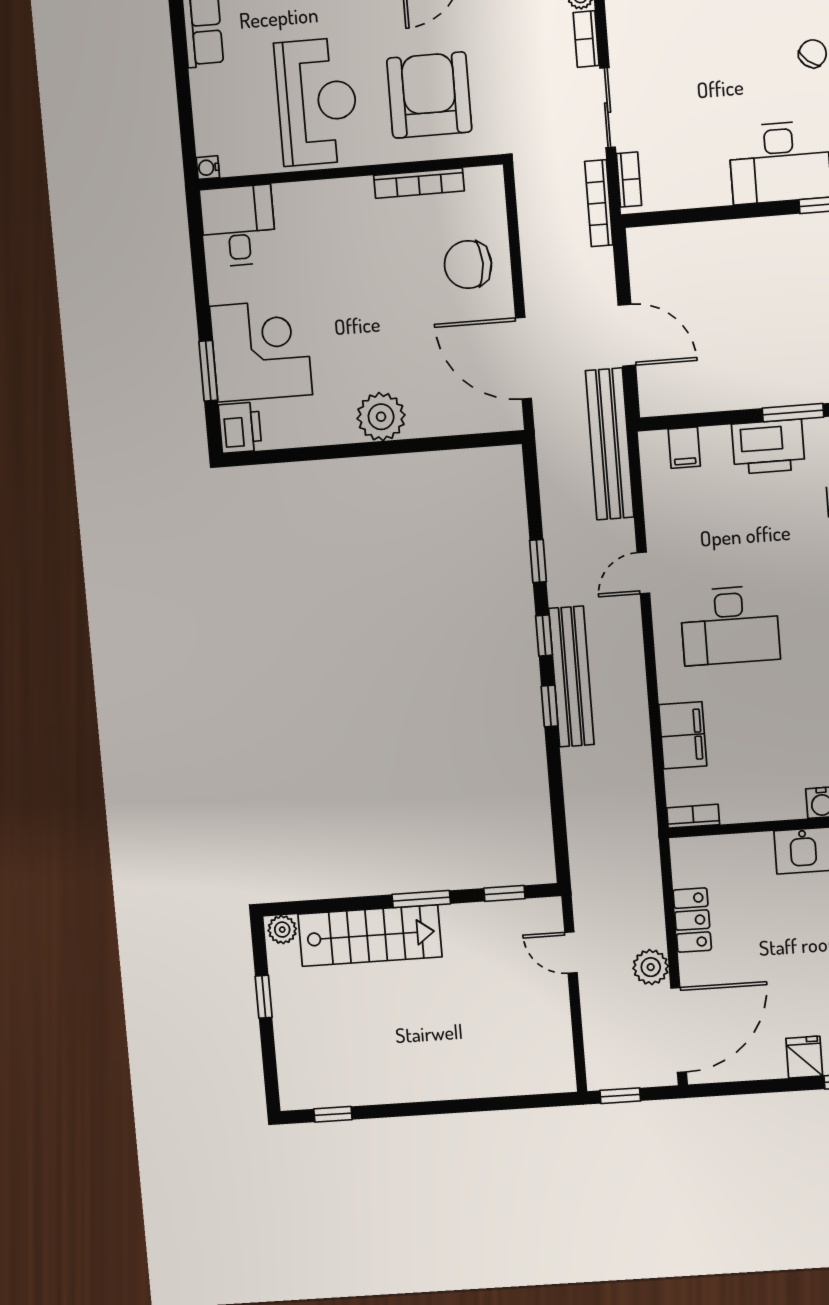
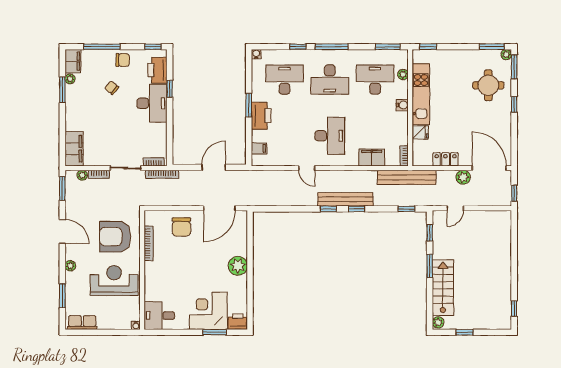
bench: (610, 444) -> (407, 177), moved
window: (538, 561) -> (406, 209), moved
fridge: (804, 1057) -> (420, 132), moved, turned 180

